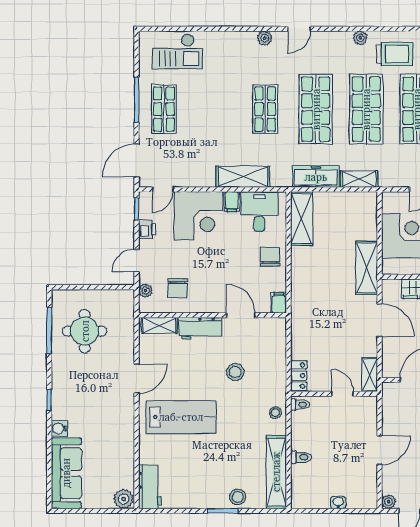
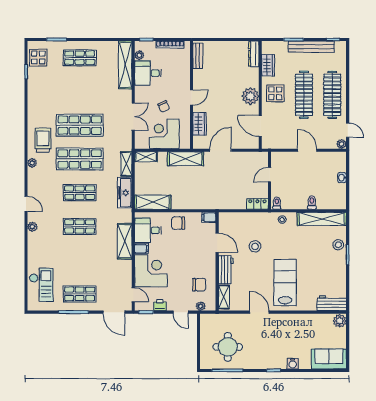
shop shelf: (316, 109) -> (80, 193), width x0.70, depth x0.74
door: (241, 315) -> (217, 243), swing flipped
shelving: (370, 375) -> (146, 157), moved
sofa: (66, 473) -> (329, 359), width x0.73

